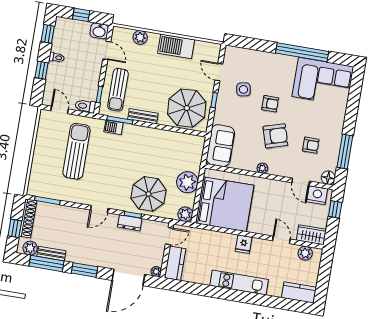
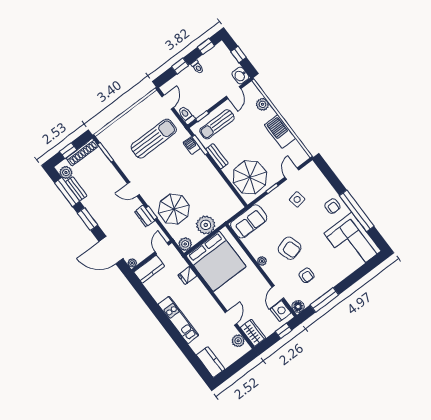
armchair: (270, 104) -> (332, 206), moved
door: (169, 236) -> (162, 248), swing flipped
fridge: (244, 244) -> (187, 275), moved

